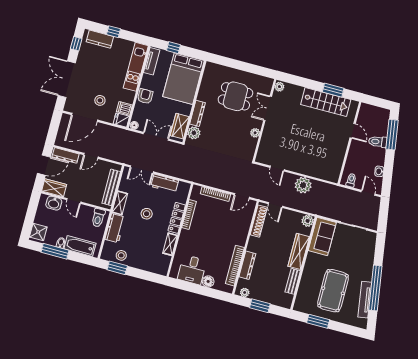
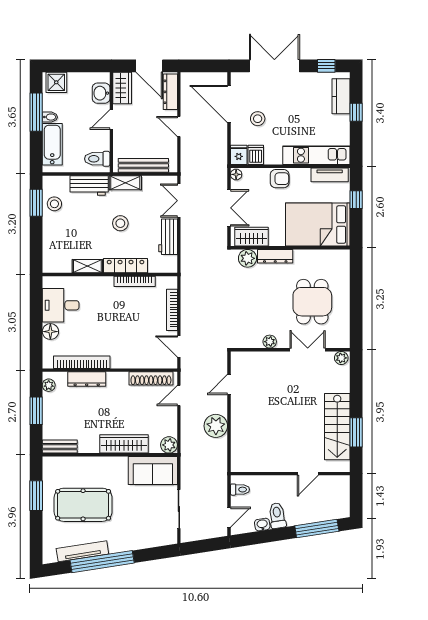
toilet: (378, 142) -> (277, 516), moved
bench: (293, 281) -> (60, 447), moved

